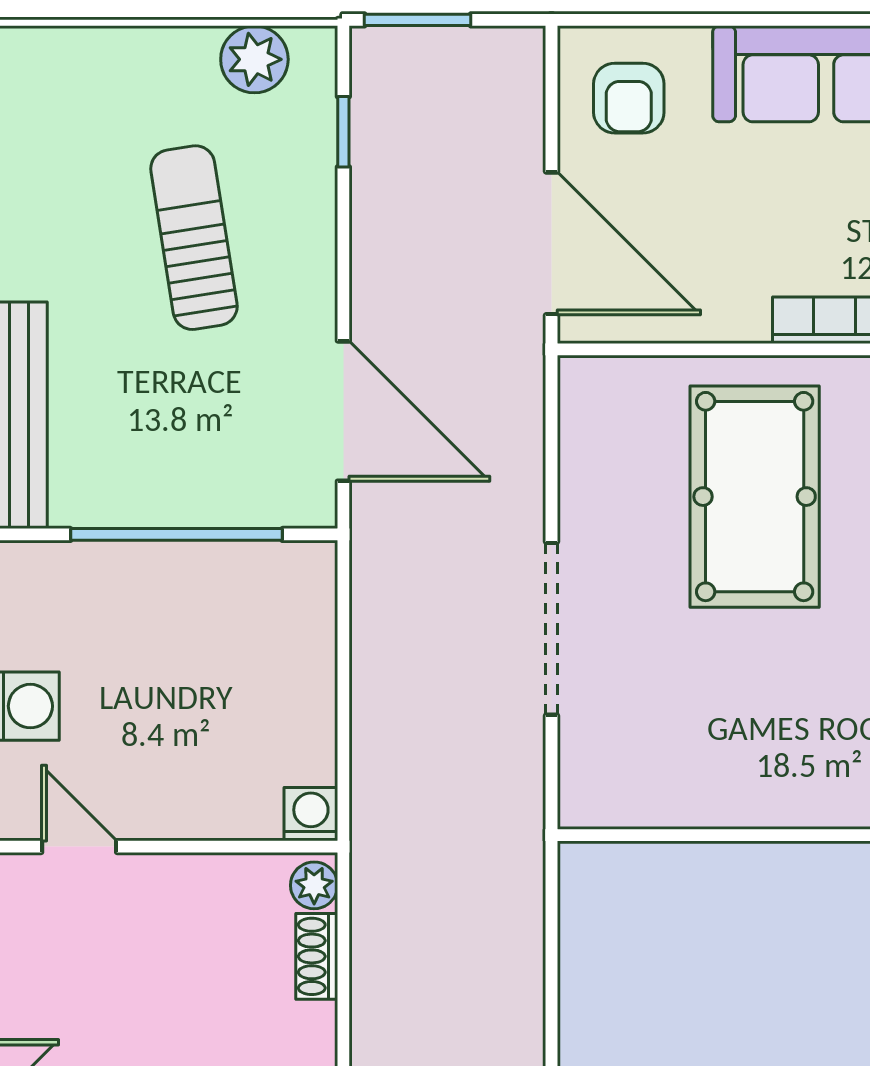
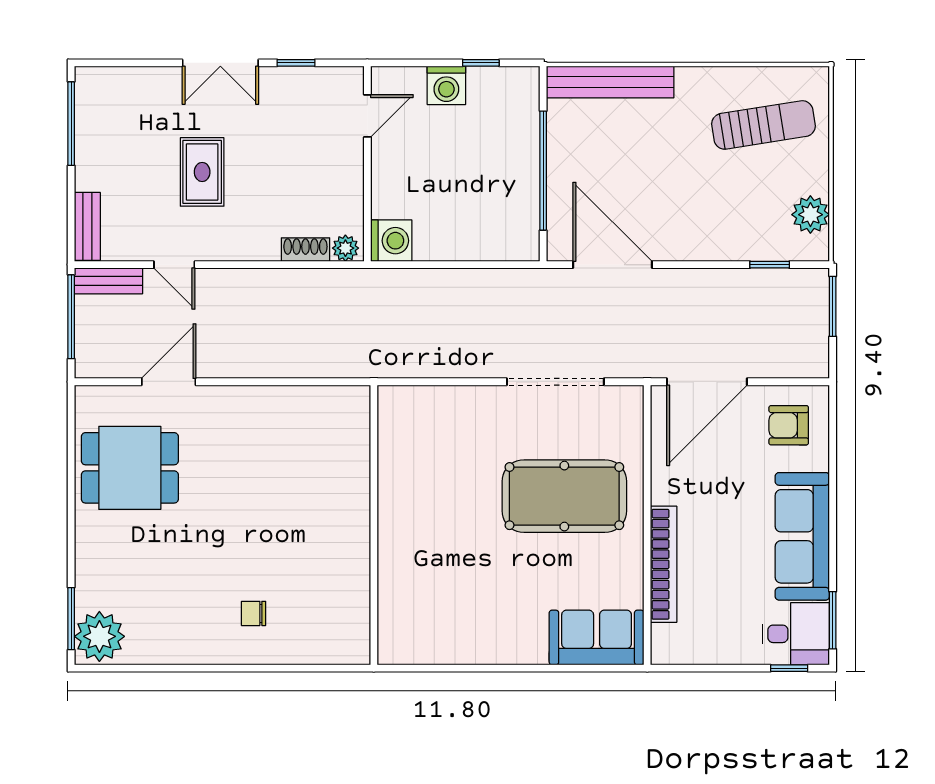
sun lounger: (194, 238) -> (763, 125), moved
door: (343, 411) -> (612, 265), swing flipped
doorway: (551, 629) -> (555, 382), moved
washing machine: (311, 814) -> (391, 241), width x1.38, depth x1.38

